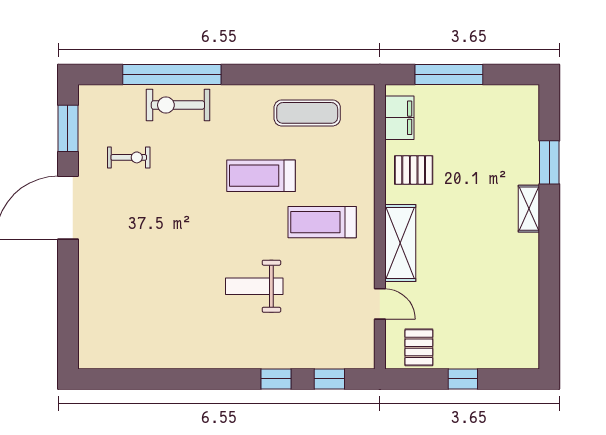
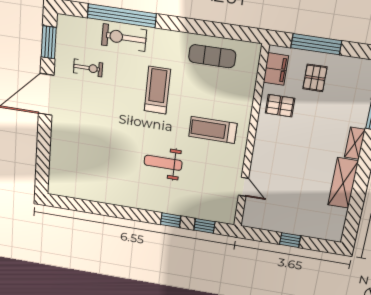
treadmill: (261, 176) -> (157, 90), moved, turned 90
shelving: (400, 243) -> (343, 183), moved
pallet: (419, 347) -> (315, 78), moved

